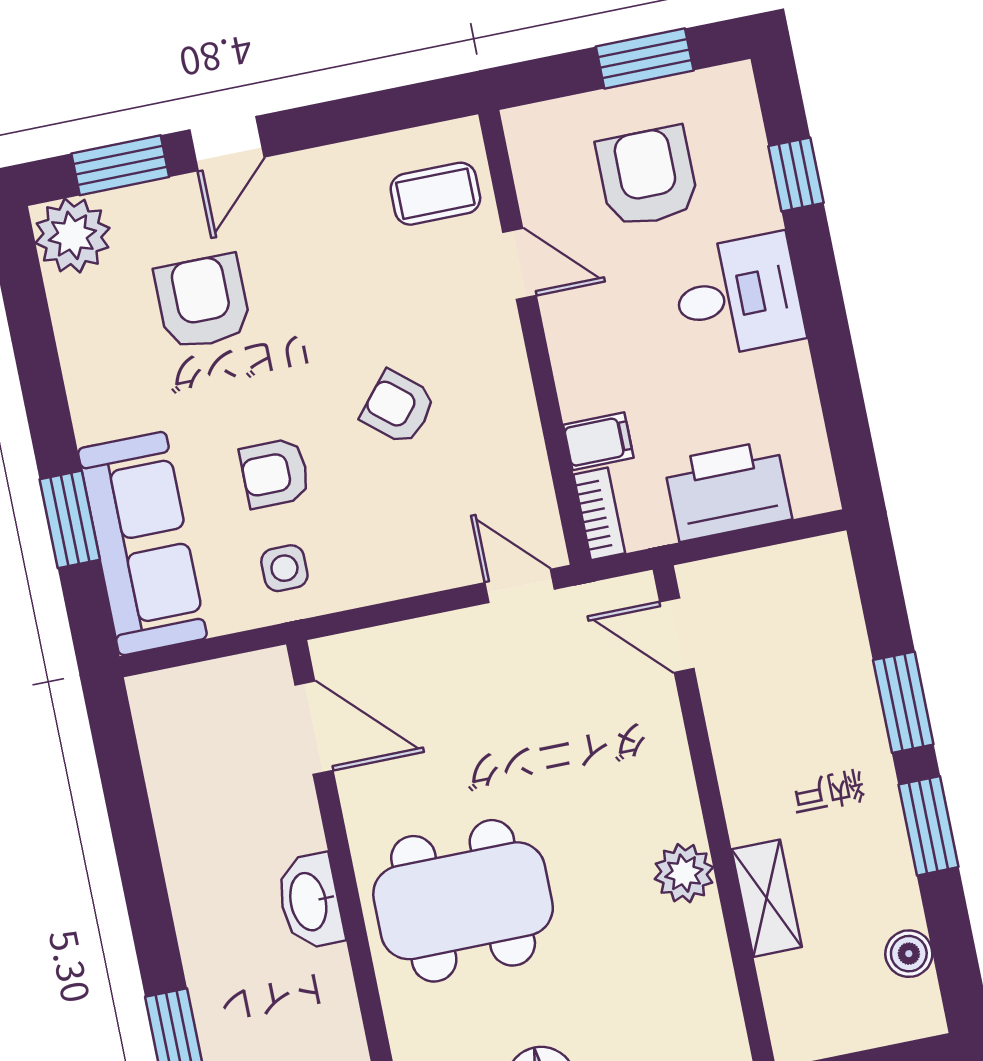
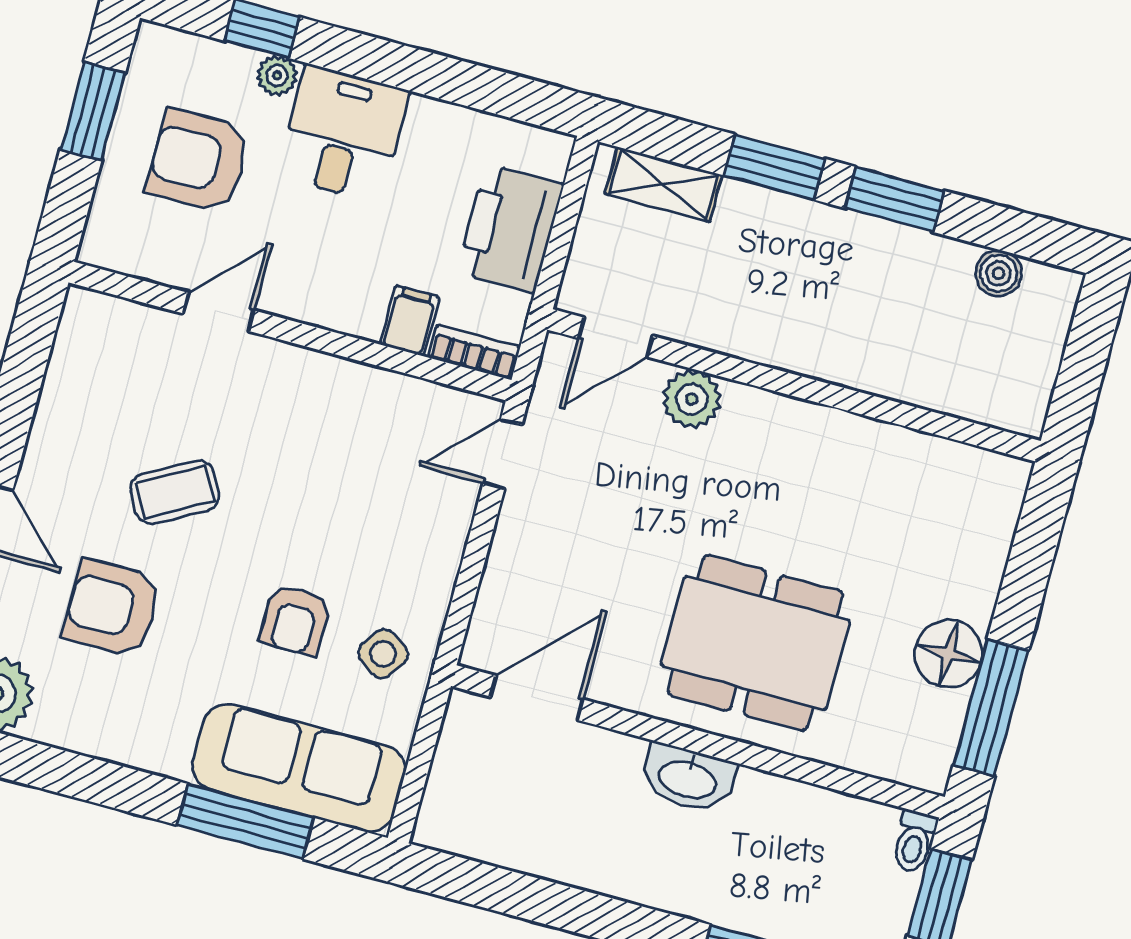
coffee table: (435, 194) -> (175, 492), moved, turned 61
plant: (761, 210) -> (277, 75), added
armchair: (398, 408) -> (292, 482), removed
window: (70, 519) -> (245, 821), width x1.44
side table: (284, 568) -> (383, 654), turned 36
plant: (684, 873) -> (692, 399), moved
shelving: (767, 898) -> (664, 184), moved
dining table: (463, 901) -> (755, 643), turned 90

